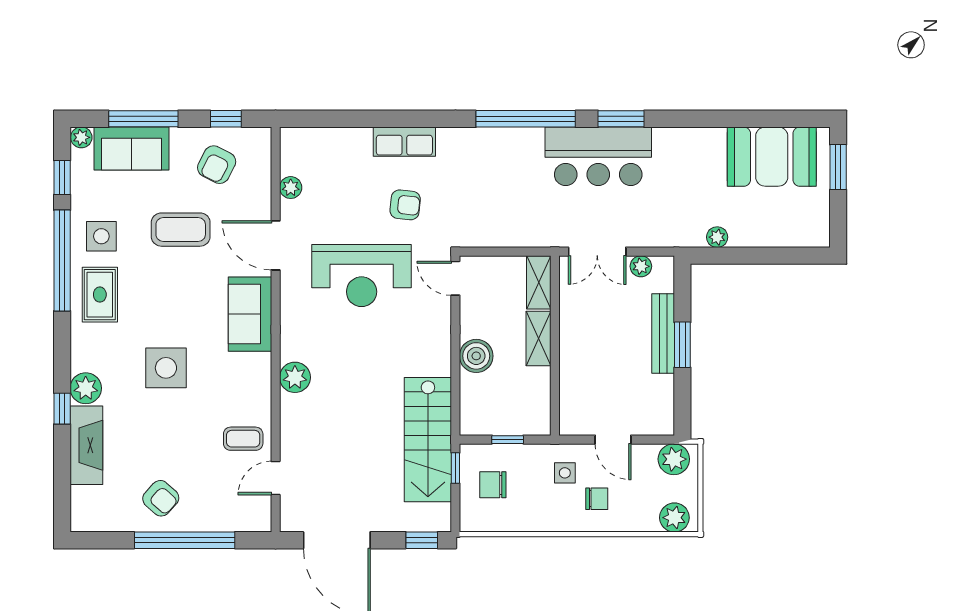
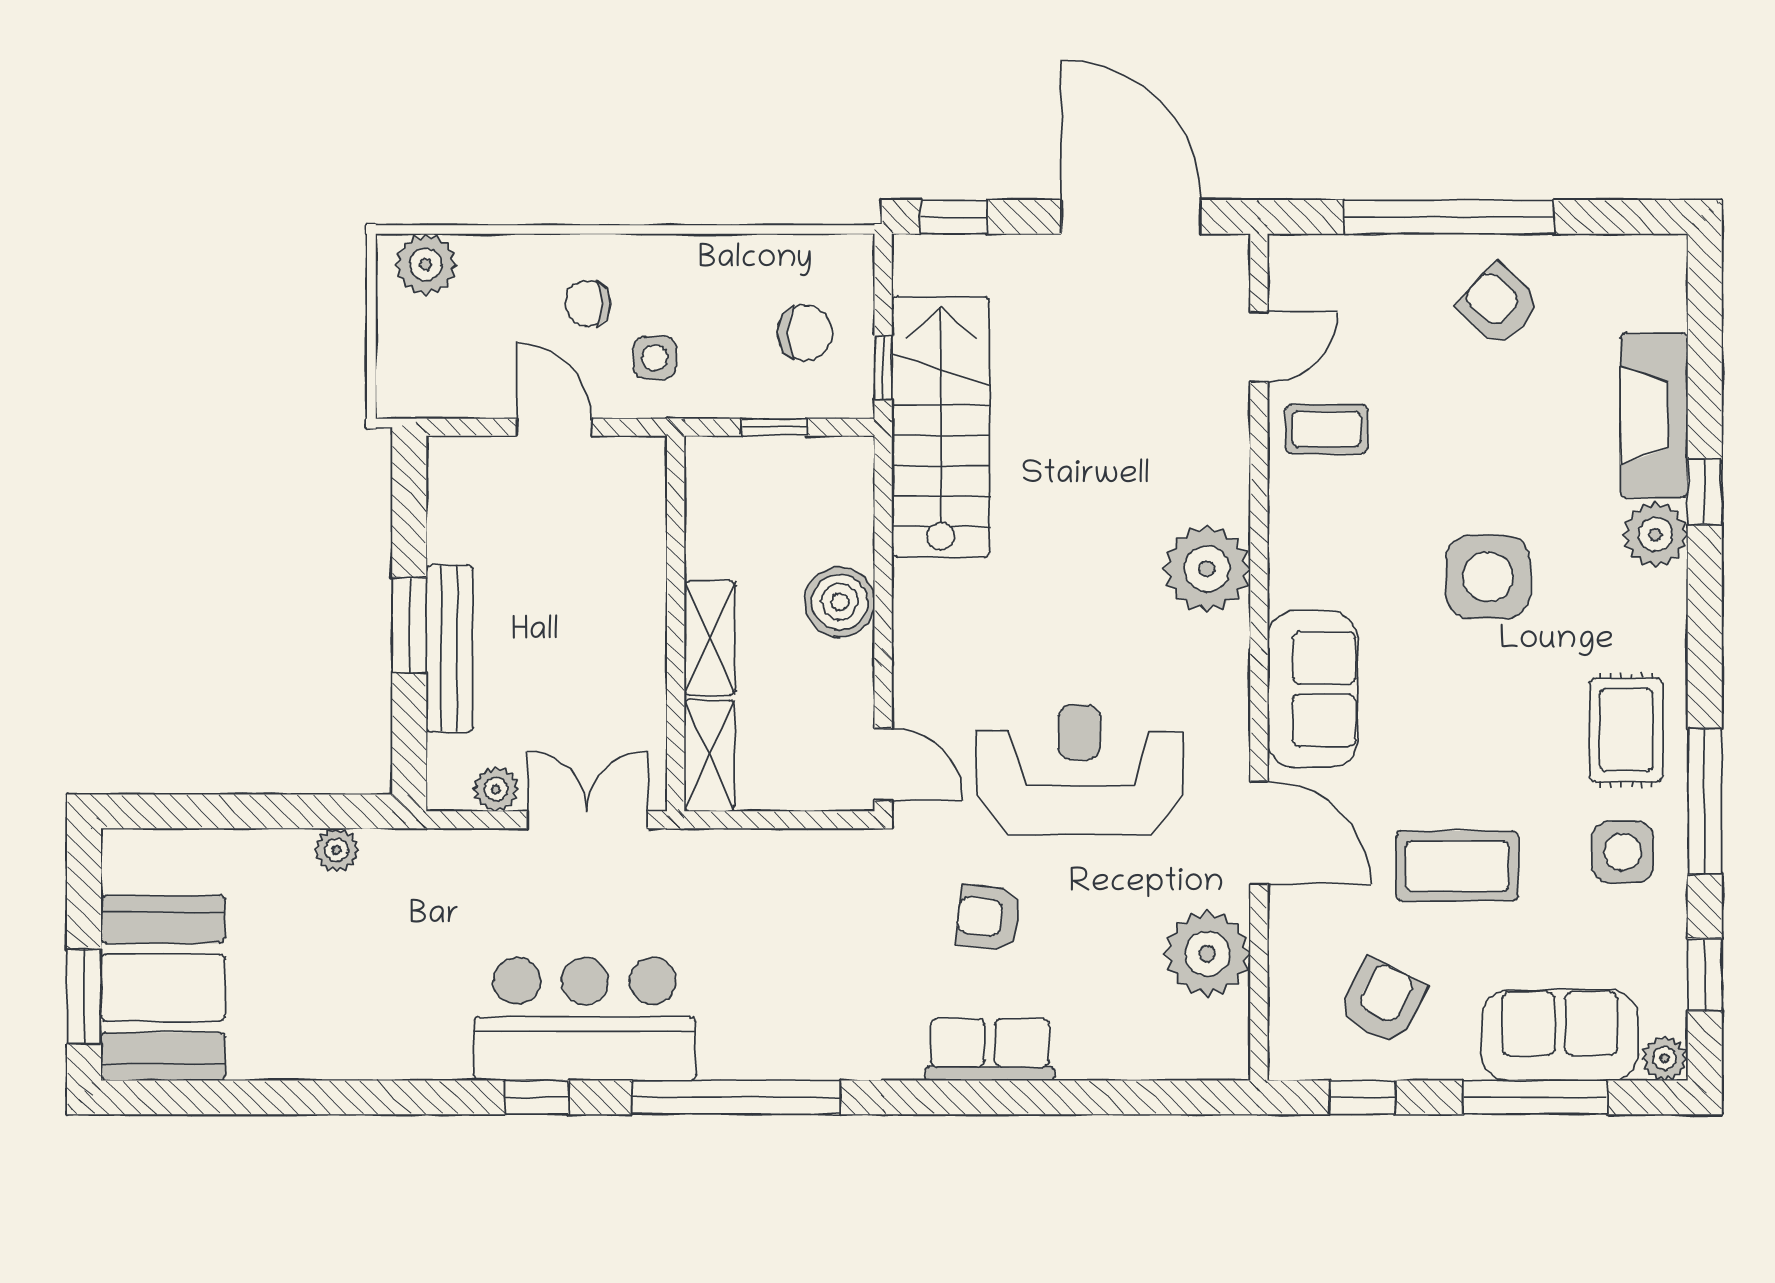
window: (621, 119) -> (537, 1097), width x0.67
booth: (772, 157) -> (163, 988), moved, turned 90
plant: (291, 188) -> (1207, 954), width x1.88, depth x1.88
window: (62, 261) -> (1705, 801), width x0.68
plant: (295, 377) -> (1207, 569), width x1.36, depth x1.36
plant: (674, 459) -> (427, 386), removed

